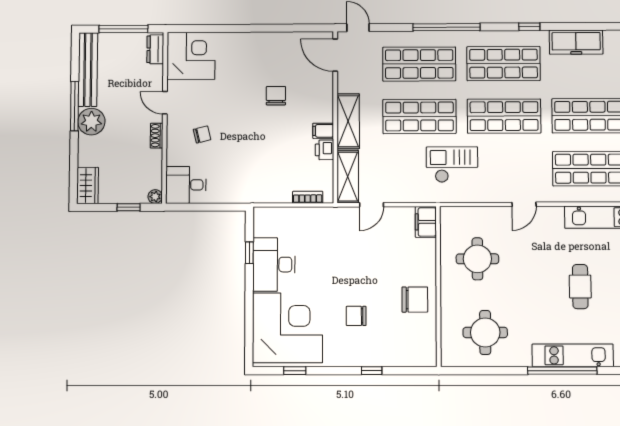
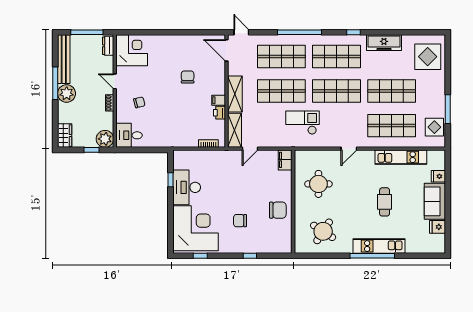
plant: (155, 197) -> (105, 139), width x1.87, depth x1.87
round table: (485, 332) -> (323, 231), turned 33

